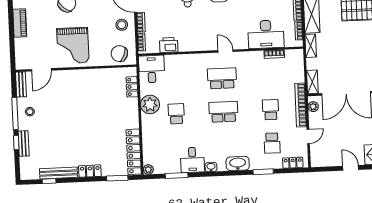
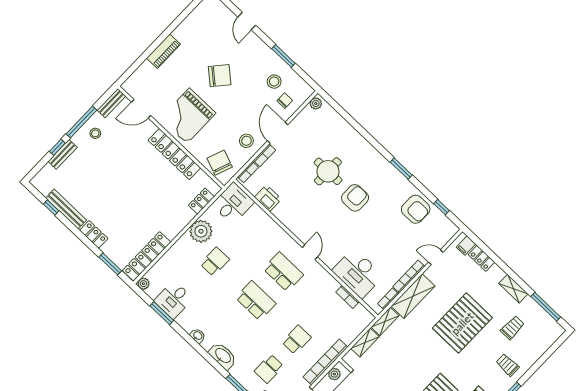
locker: (88, 76) -> (174, 154), added
shelving: (312, 82) -> (365, 342), moved
desk: (192, 160) -> (174, 300), moved

